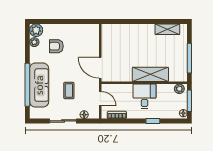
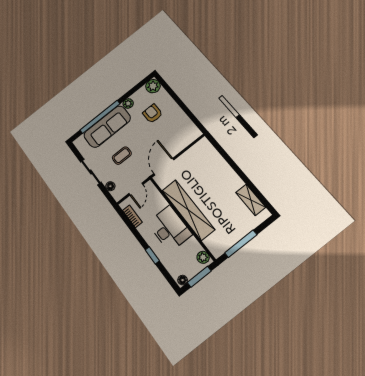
plant: (34, 42) -> (128, 103), moved
shelving: (150, 74) -> (188, 210), width x1.47
desk: (145, 96) -> (170, 229), width x1.37

